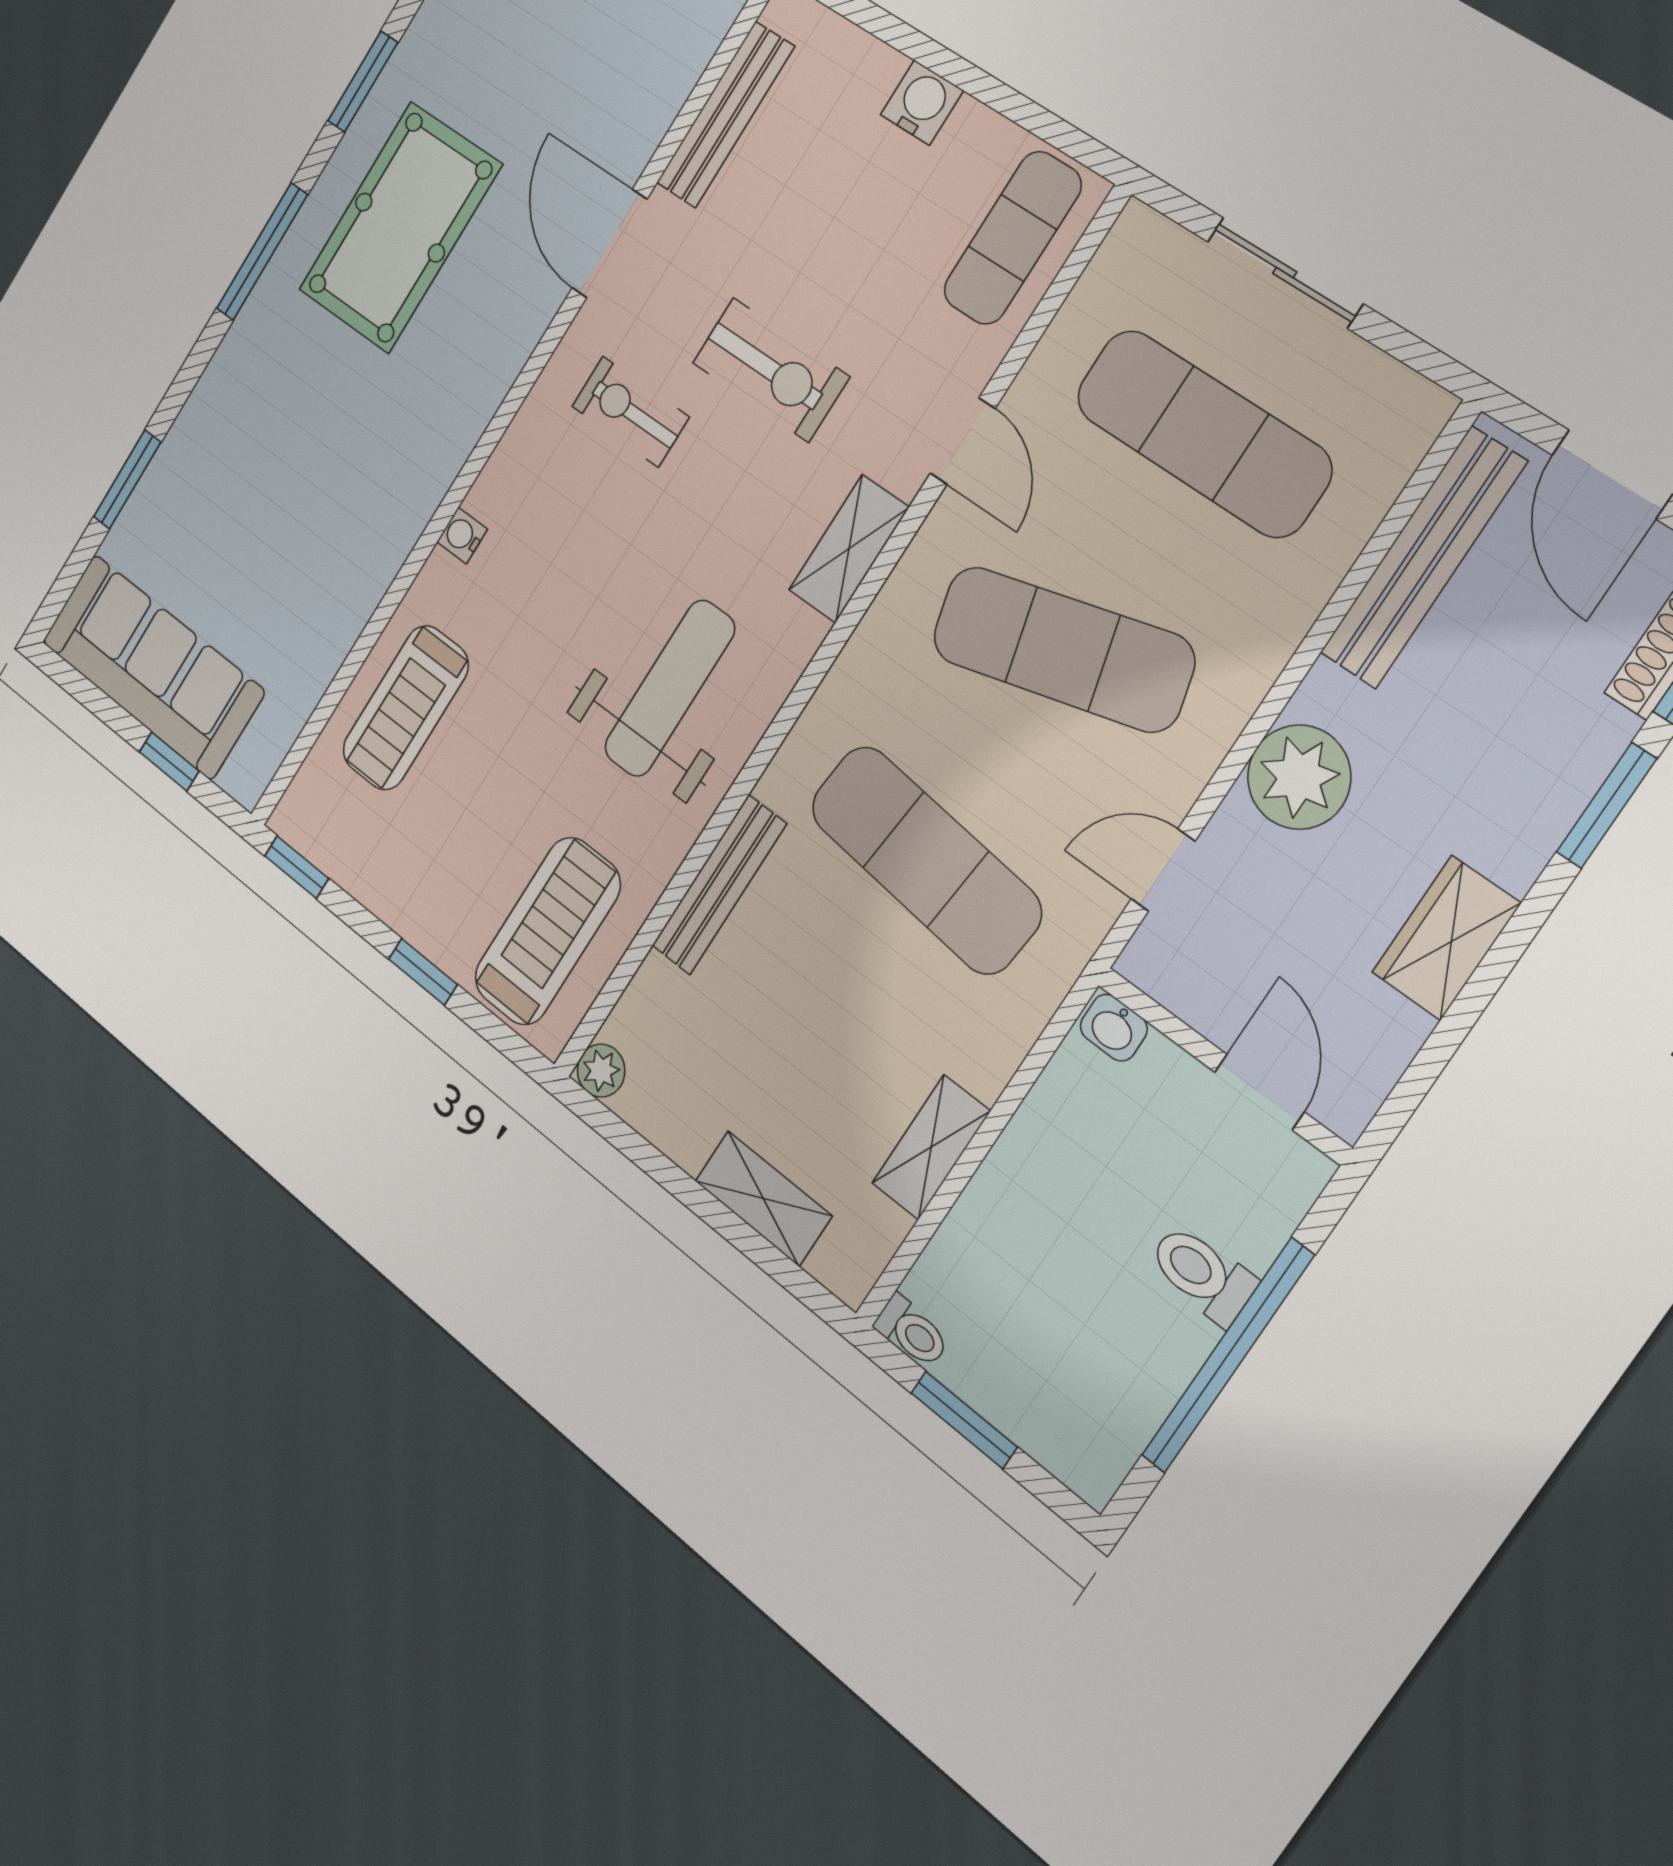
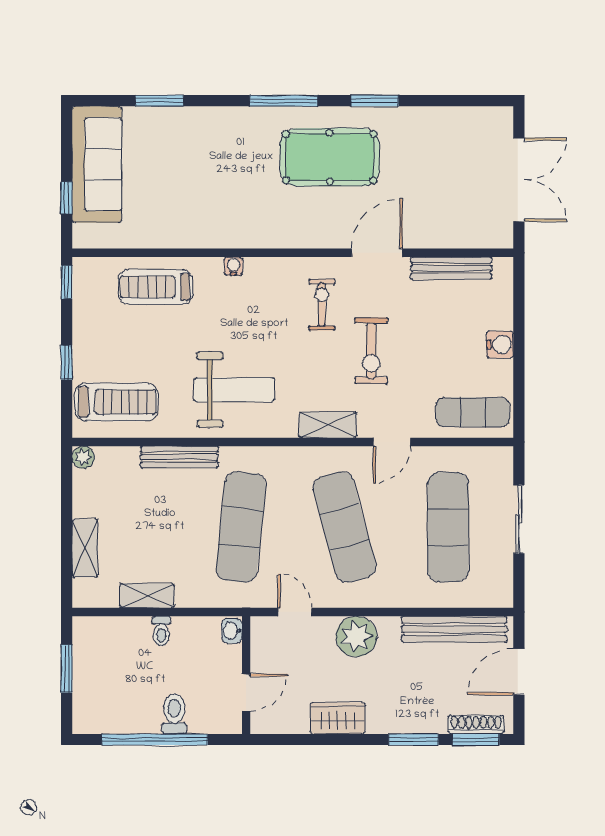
toilet: (912, 1332) -> (161, 631), moved

